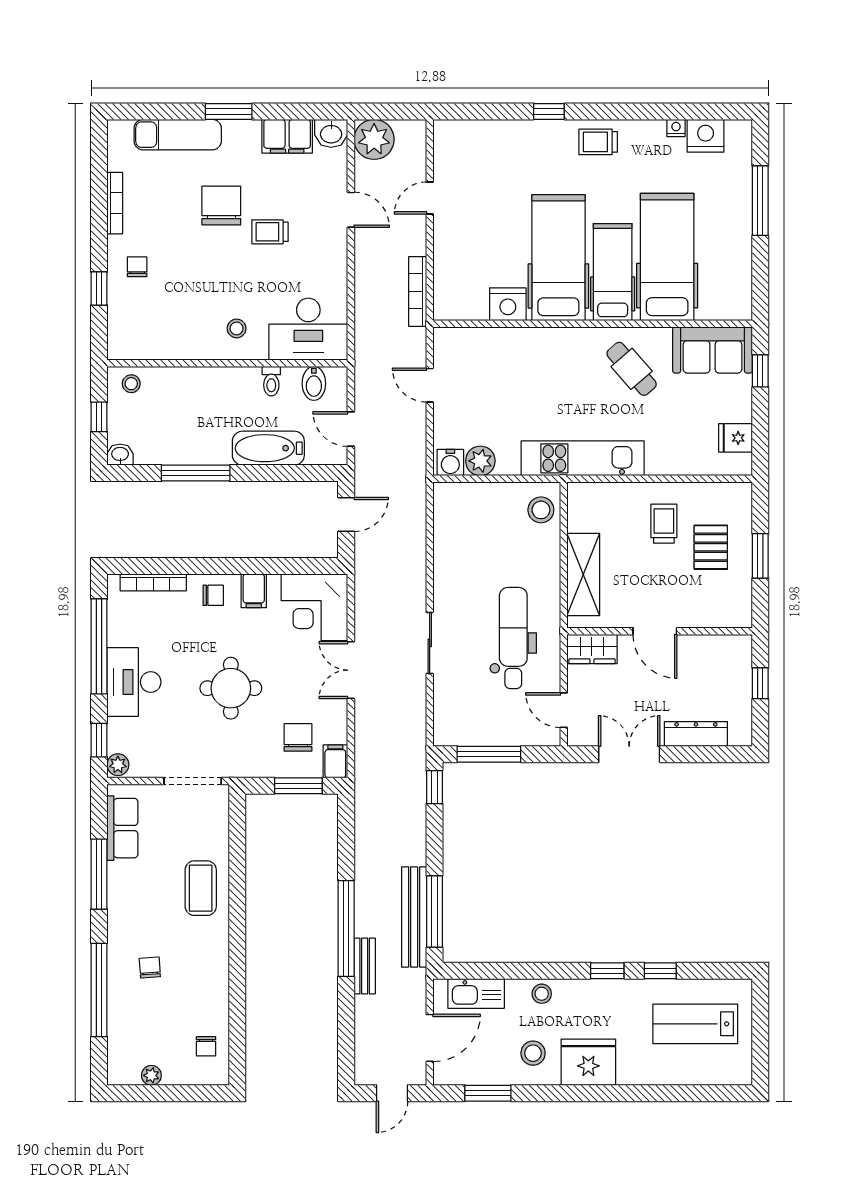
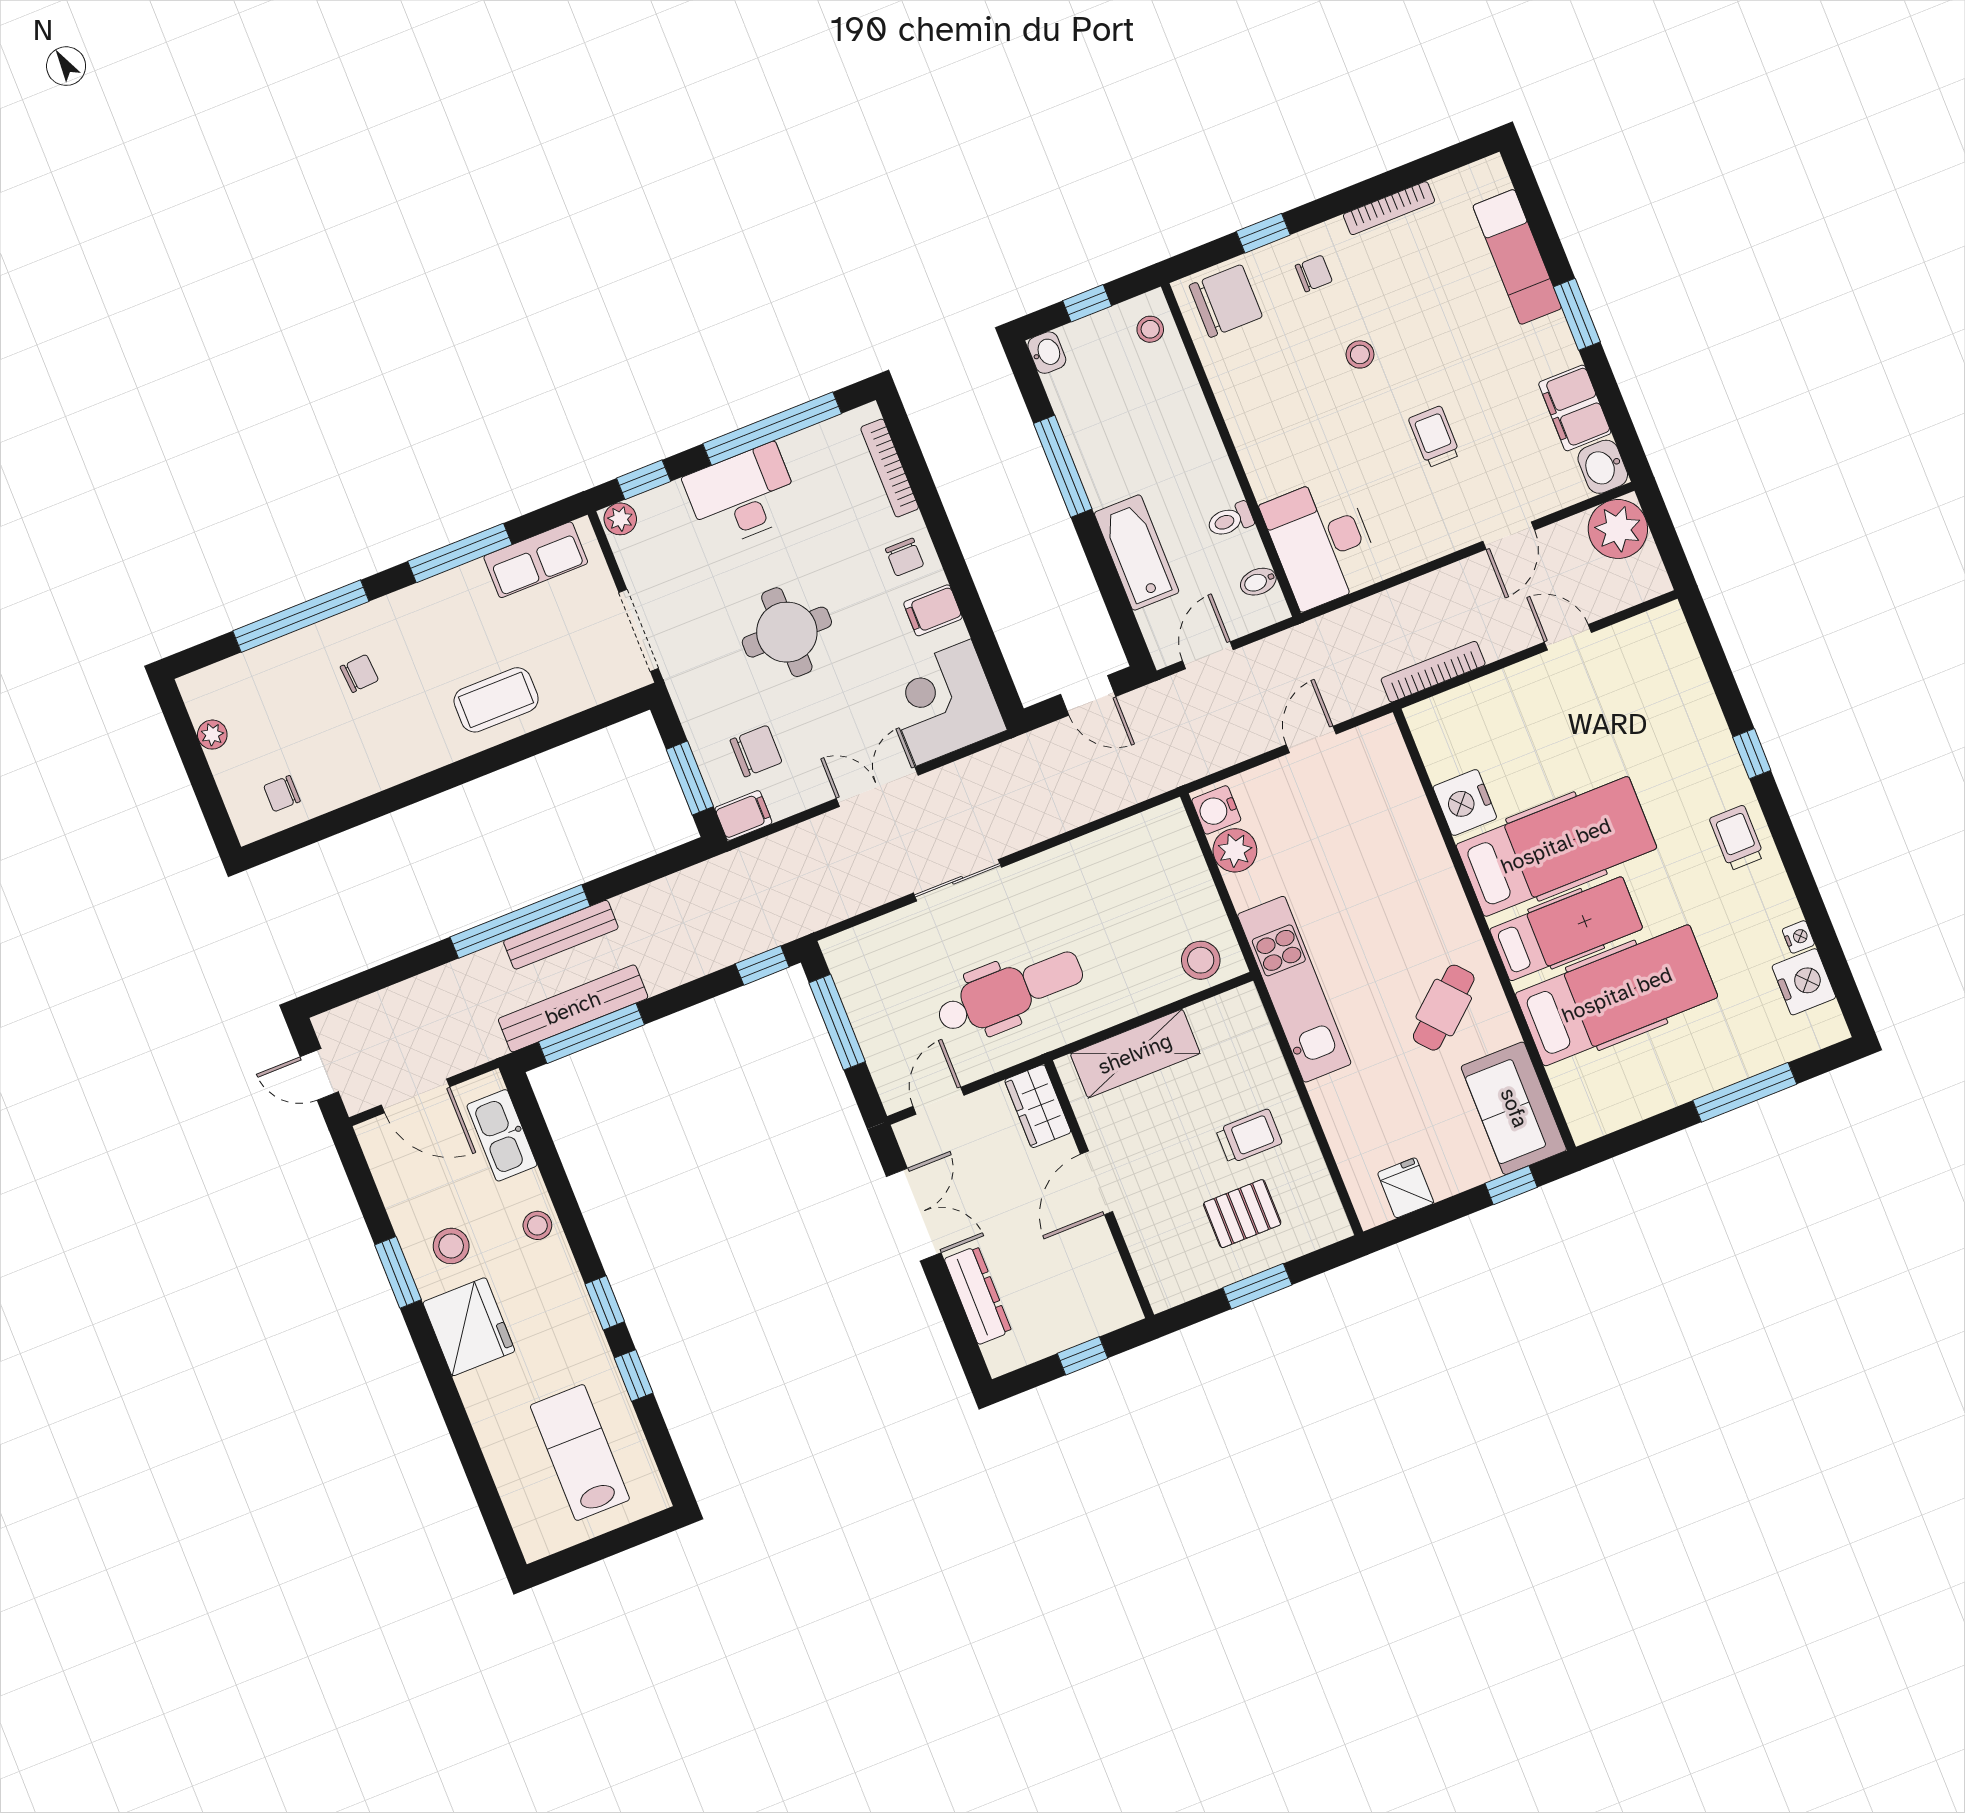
chair: (221, 206) -> (1226, 301), moved
stool: (237, 328) -> (1360, 354), moved
bidet: (314, 383) -> (1258, 582), width x0.72, depth x0.74
bench: (365, 966) -> (561, 935), moved, width x1.36
window: (488, 1093) -> (398, 1272), moved

